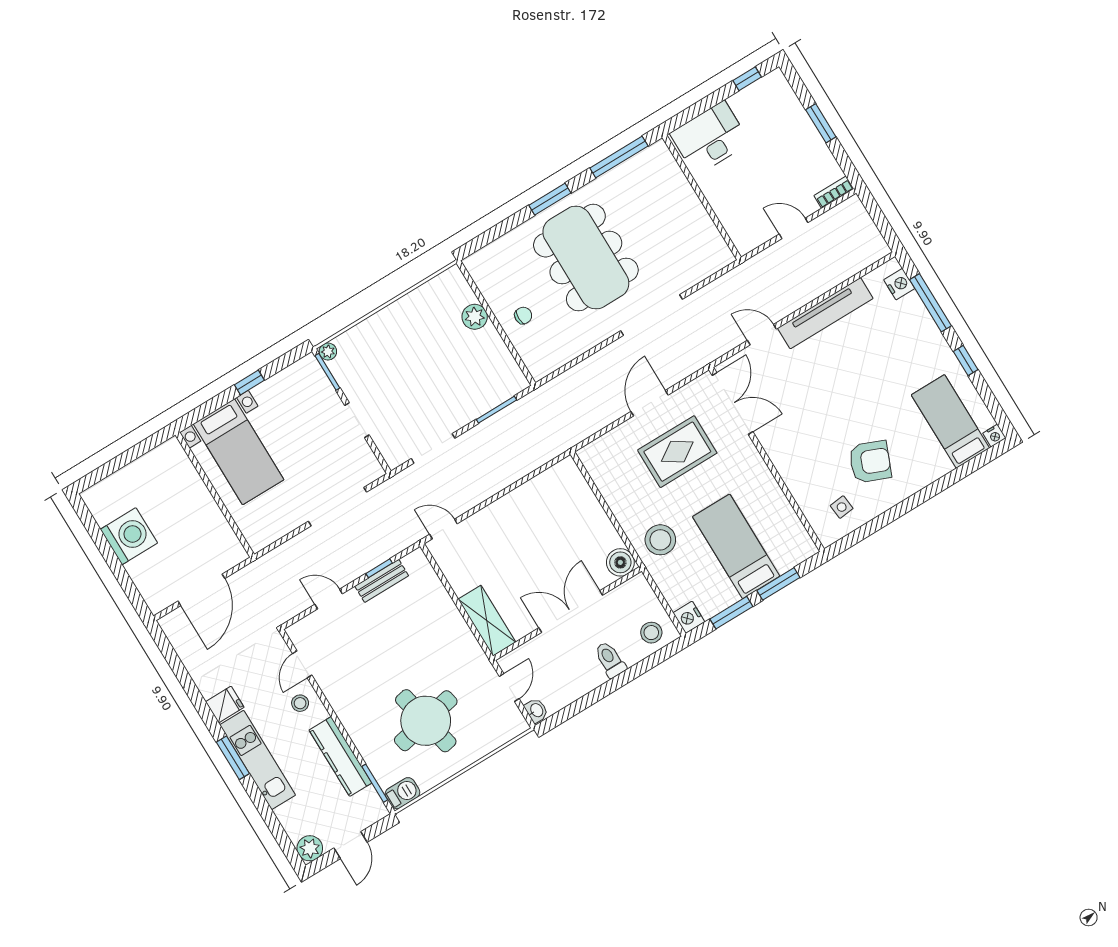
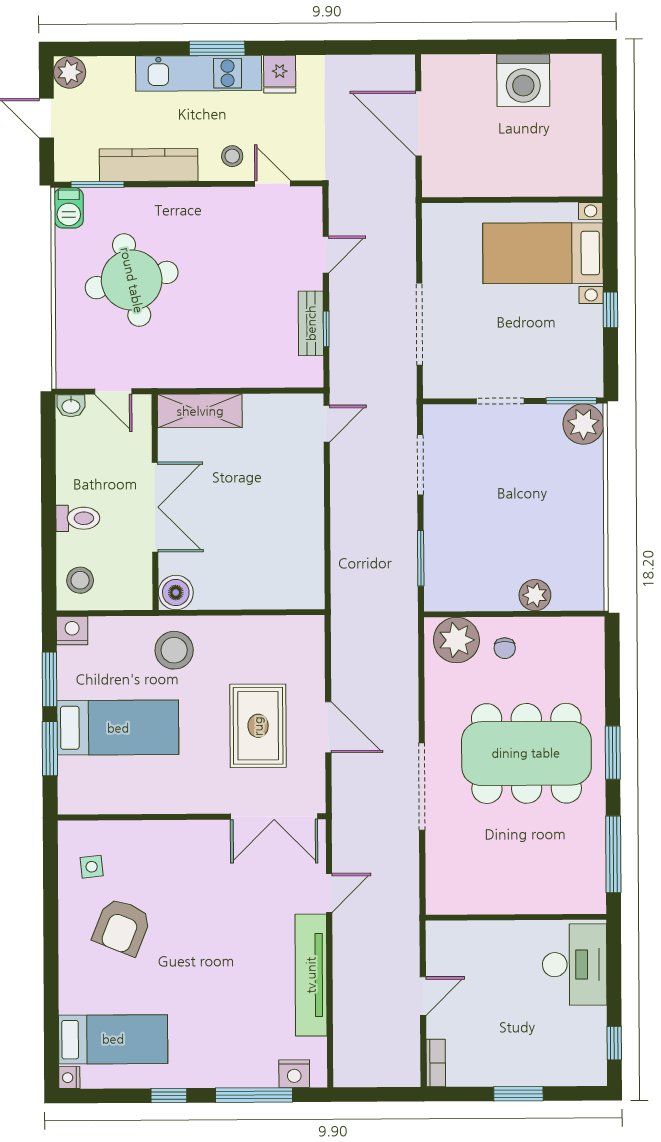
plant: (328, 352) -> (583, 424), width x1.88, depth x1.88
plant: (537, 352) -> (456, 640), added

